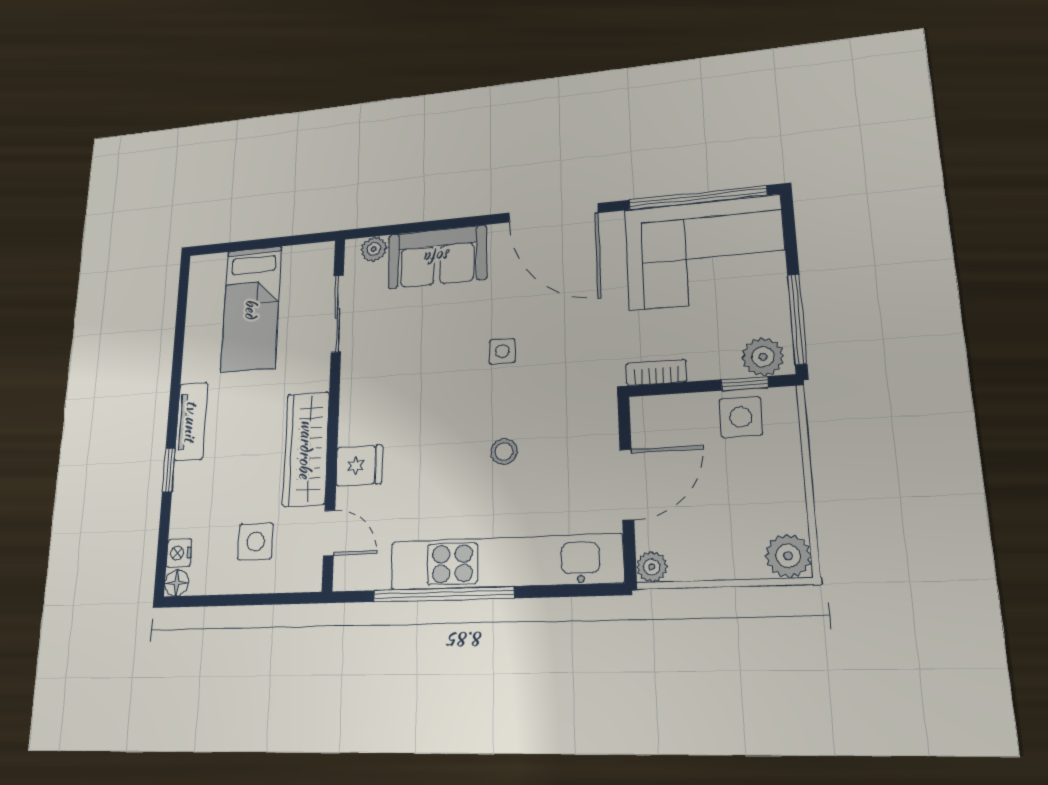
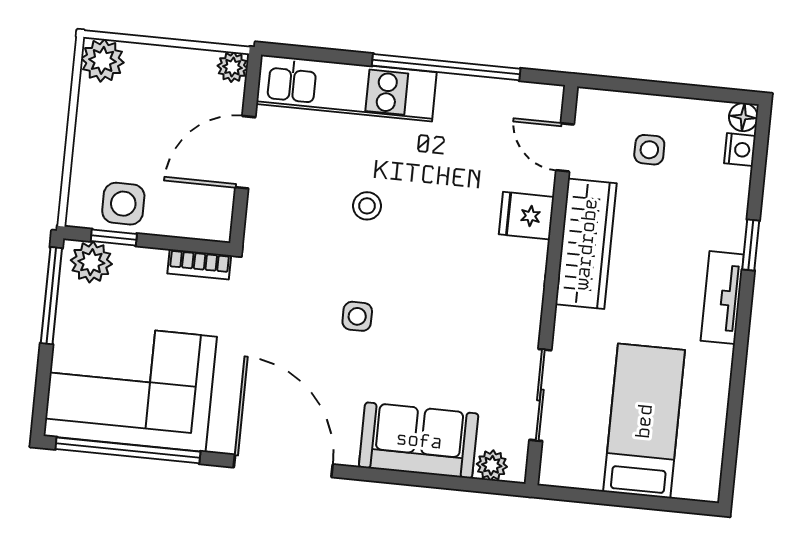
side table: (256, 541) -> (649, 150), width x0.73, depth x0.73
kitchen unit: (505, 562) -> (346, 88), width x0.73

